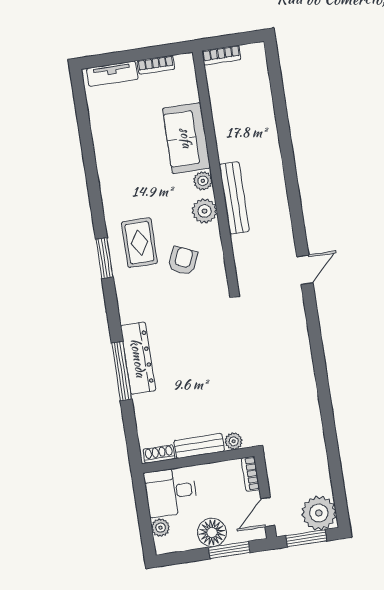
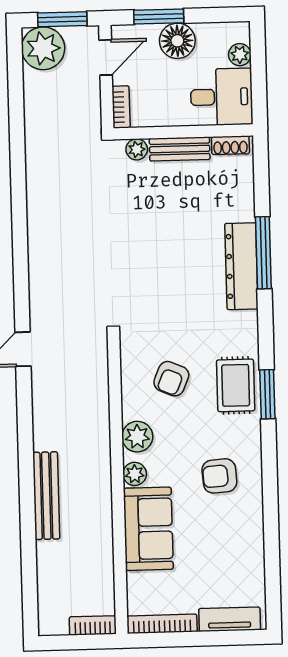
bookcase: (156, 65) -> (162, 624), width x1.56
armchair: (135, 188) -> (219, 476), added
bench: (234, 198) -> (46, 496), moved
rug: (139, 243) -> (236, 385), moved

